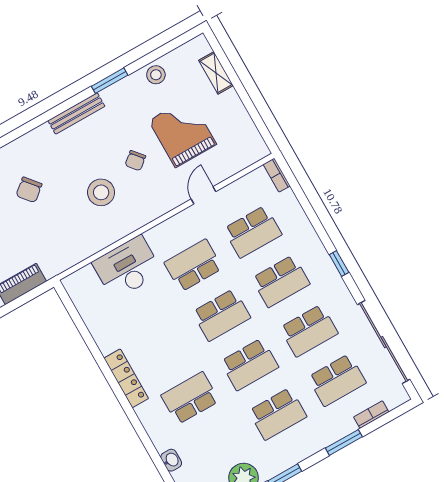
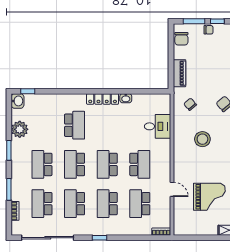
chair: (135, 161) -> (190, 104), moved
desk: (127, 268) -> (158, 126), width x0.73
washbasin: (171, 460) -> (126, 98), moved

